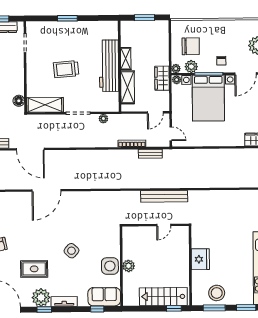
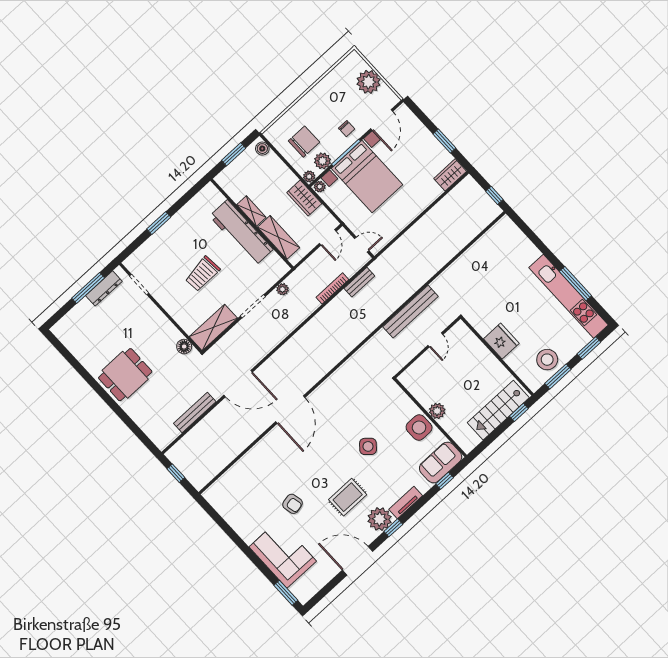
boiler: (164, 29) -> (262, 149), added

